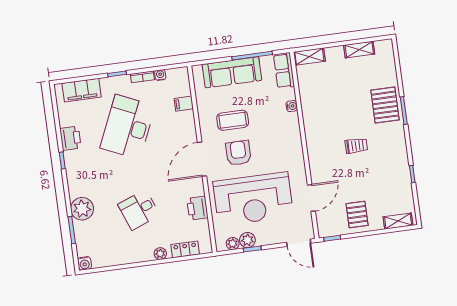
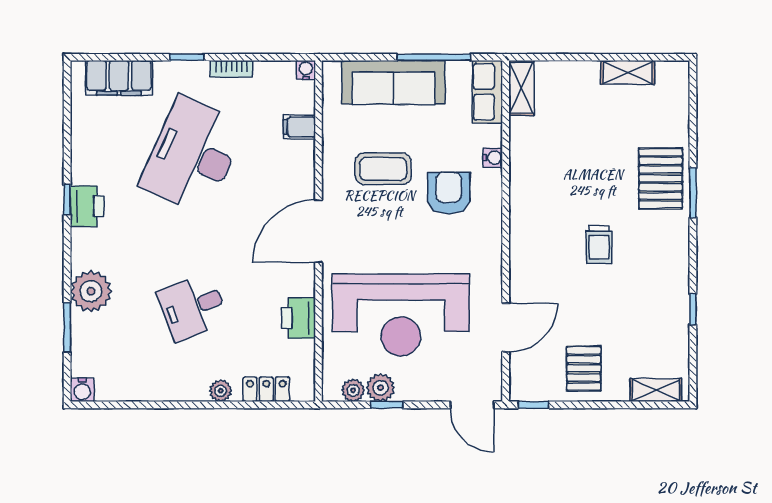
shelving: (309, 57) -> (521, 88), moved, turned 90
water cooler: (160, 75) -> (306, 70), moved
printer: (70, 138) -> (87, 206), moved
trolley: (356, 146) -> (599, 245), turned 90
armchair: (238, 153) -> (449, 193), moved

